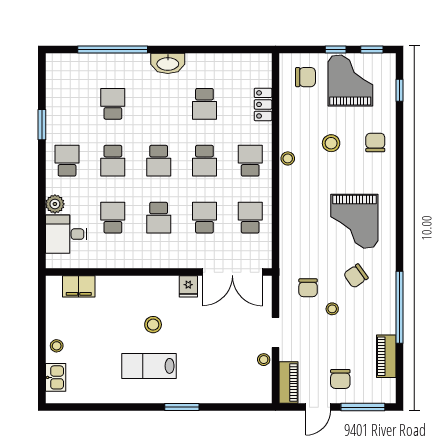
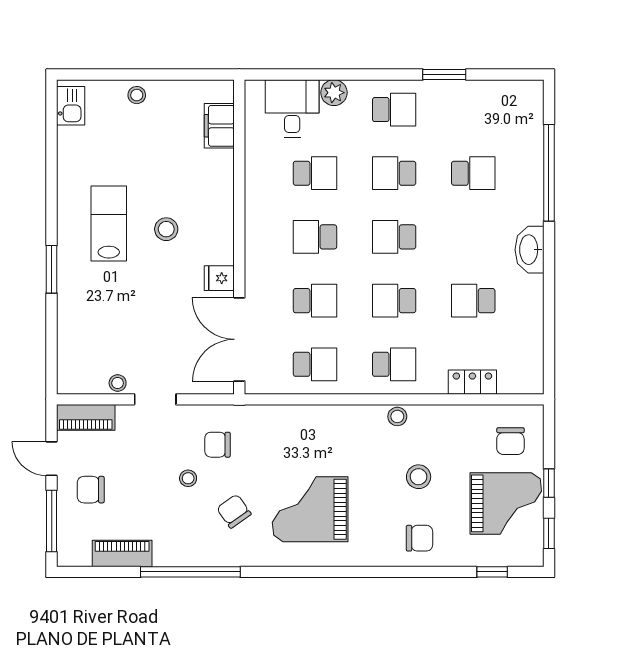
kitchen sink: (56, 377) -> (71, 106), moved, turned -90

